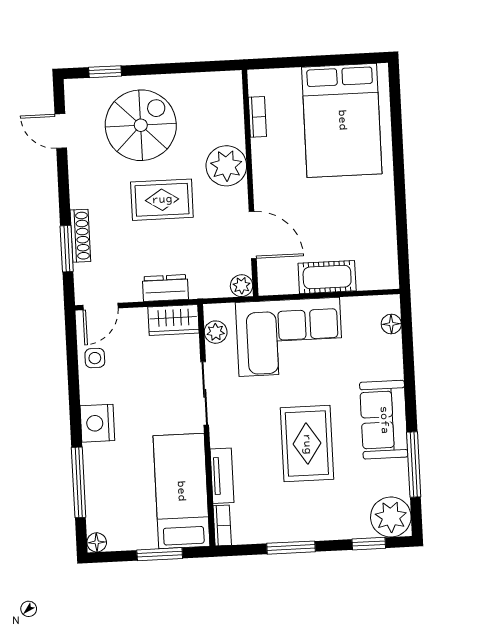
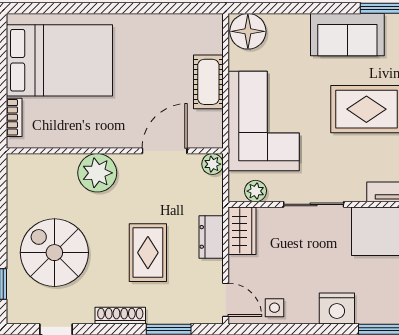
bookcase: (257, 117) -> (14, 117), moved, turned 90
rug: (162, 200) -> (148, 253), moved
shoe rack: (80, 236) -> (120, 316), moved
floor lamp: (391, 324) -> (248, 31), width x1.89, depth x1.89

